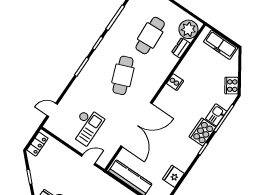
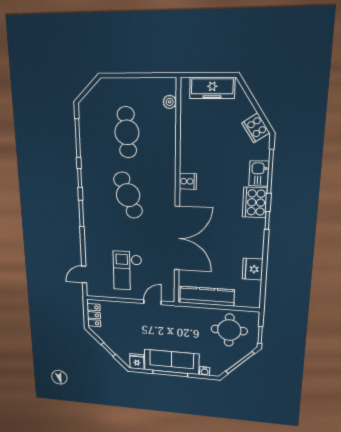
plant: (188, 29) -> (170, 102), width x0.53, depth x0.53
dresser: (181, 48) -> (169, 123), removed
cooker: (175, 82) -> (188, 181), moved
checkout: (86, 126) -> (128, 271), turned 180

